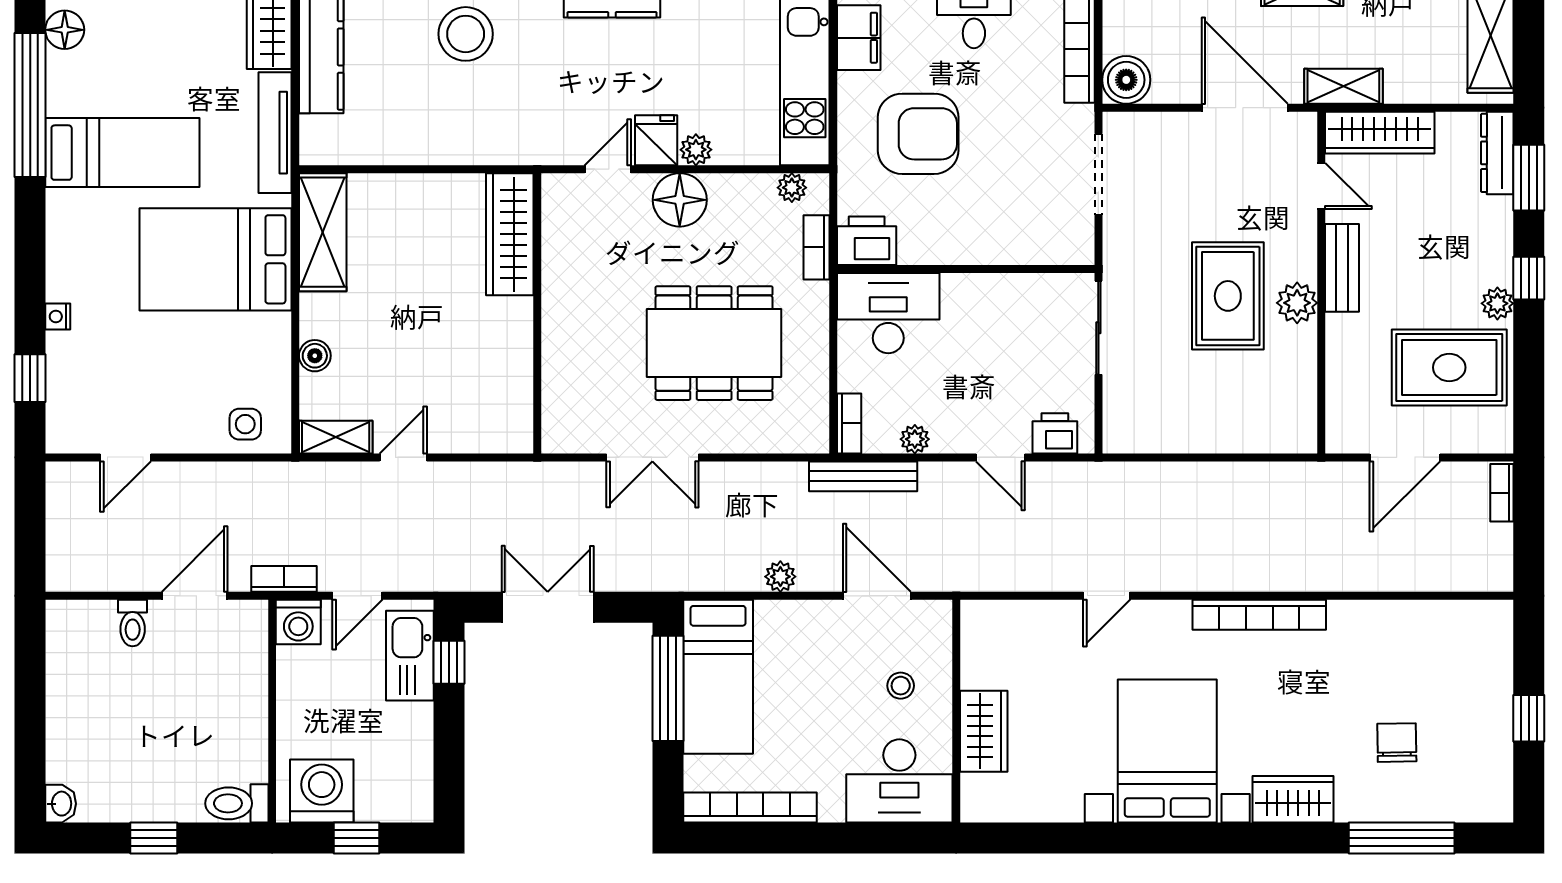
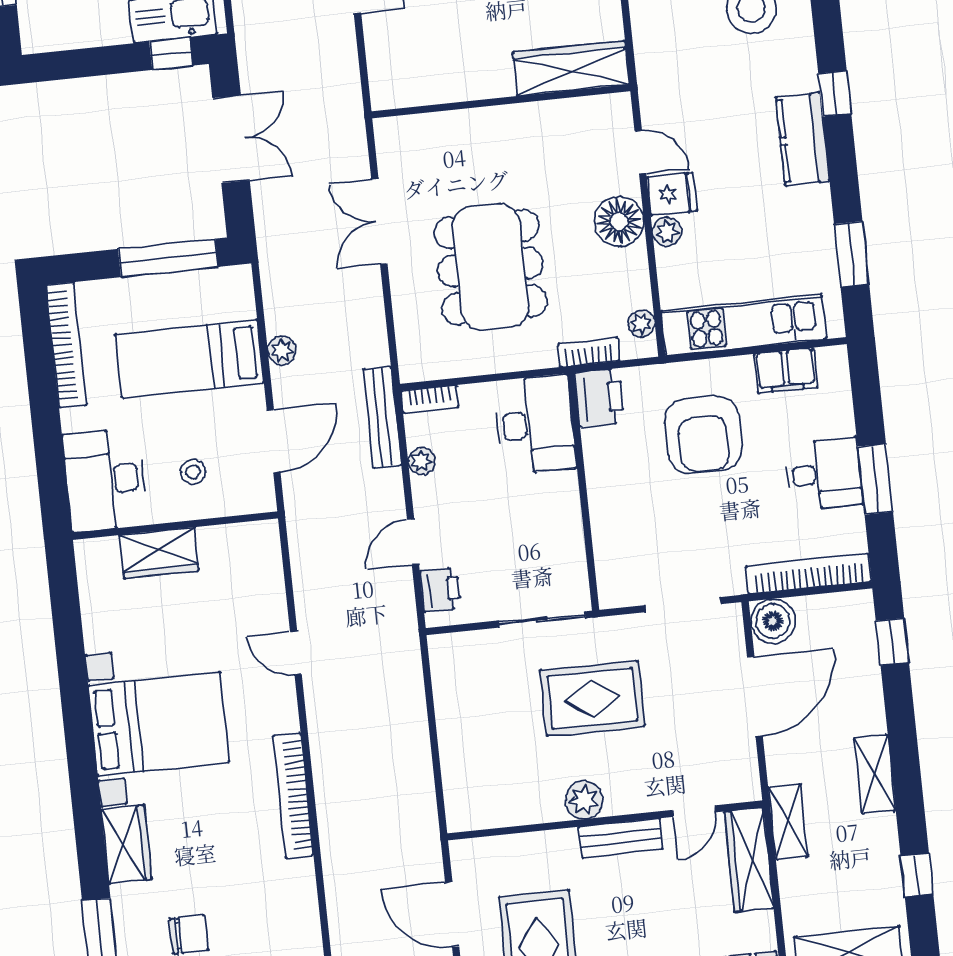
door: (1245, 108) -> (755, 696), moved
rug: (1228, 296) -> (592, 698), moved
bed: (718, 677) -> (190, 359), moved

